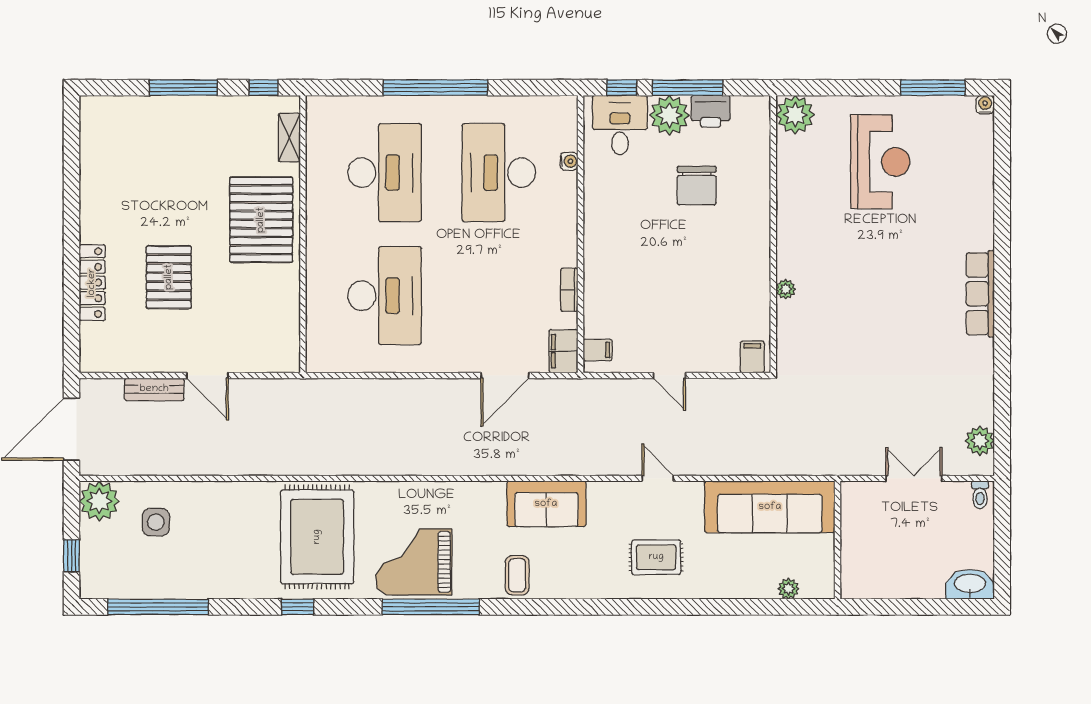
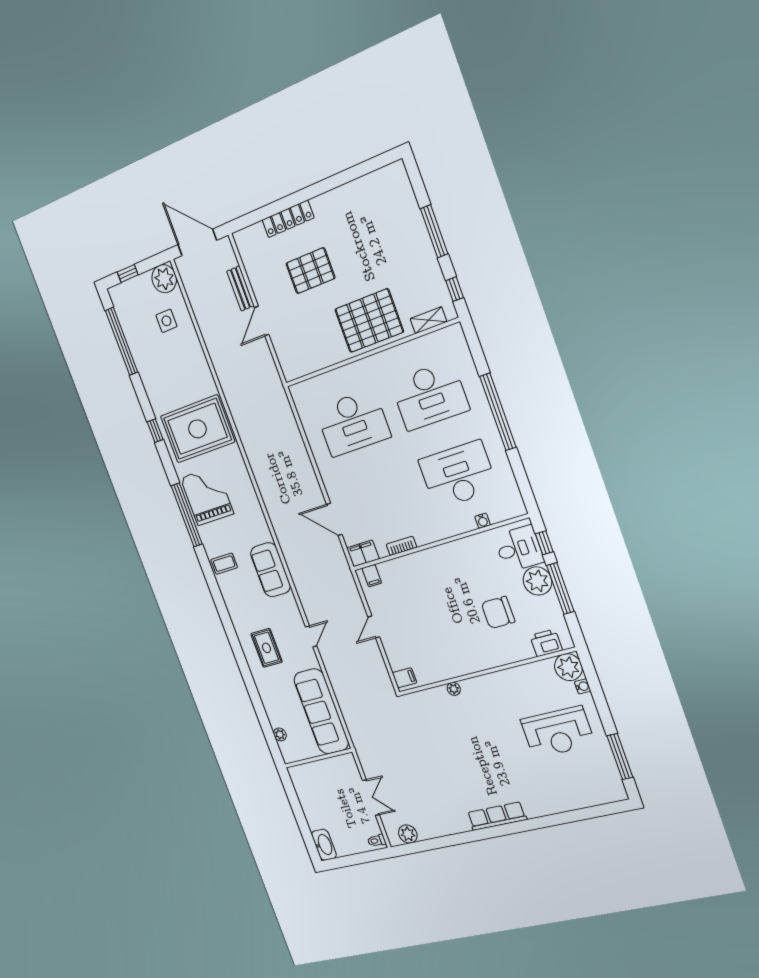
water cooler: (985, 105) -> (583, 686), moved
printer: (711, 111) -> (546, 643), moved, turned 90

